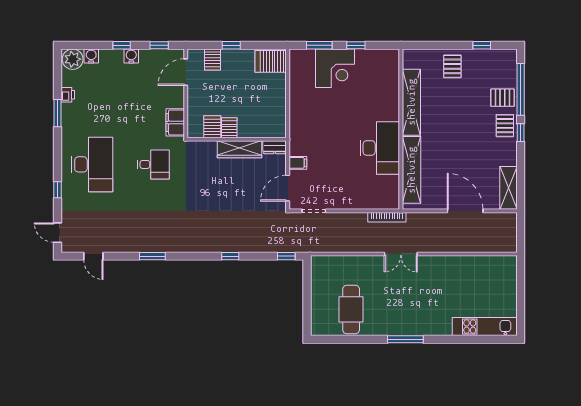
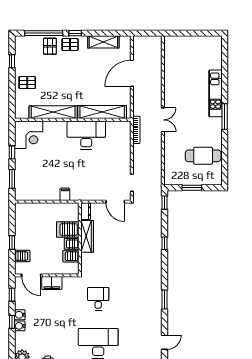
water cooler: (91, 56) -> (20, 326), moved
server rack: (271, 61) -> (68, 230), moved, turned 90
corner desk: (335, 68) -> (29, 135), moved, turned 90
filing cabinet: (175, 122) -> (52, 283), moved
filing cabinet: (298, 163) -> (65, 194), moved
shelving: (508, 188) -> (103, 42), moved
window: (307, 294) -> (192, 188), added
kitchen unit: (485, 327) -> (215, 93), moved

